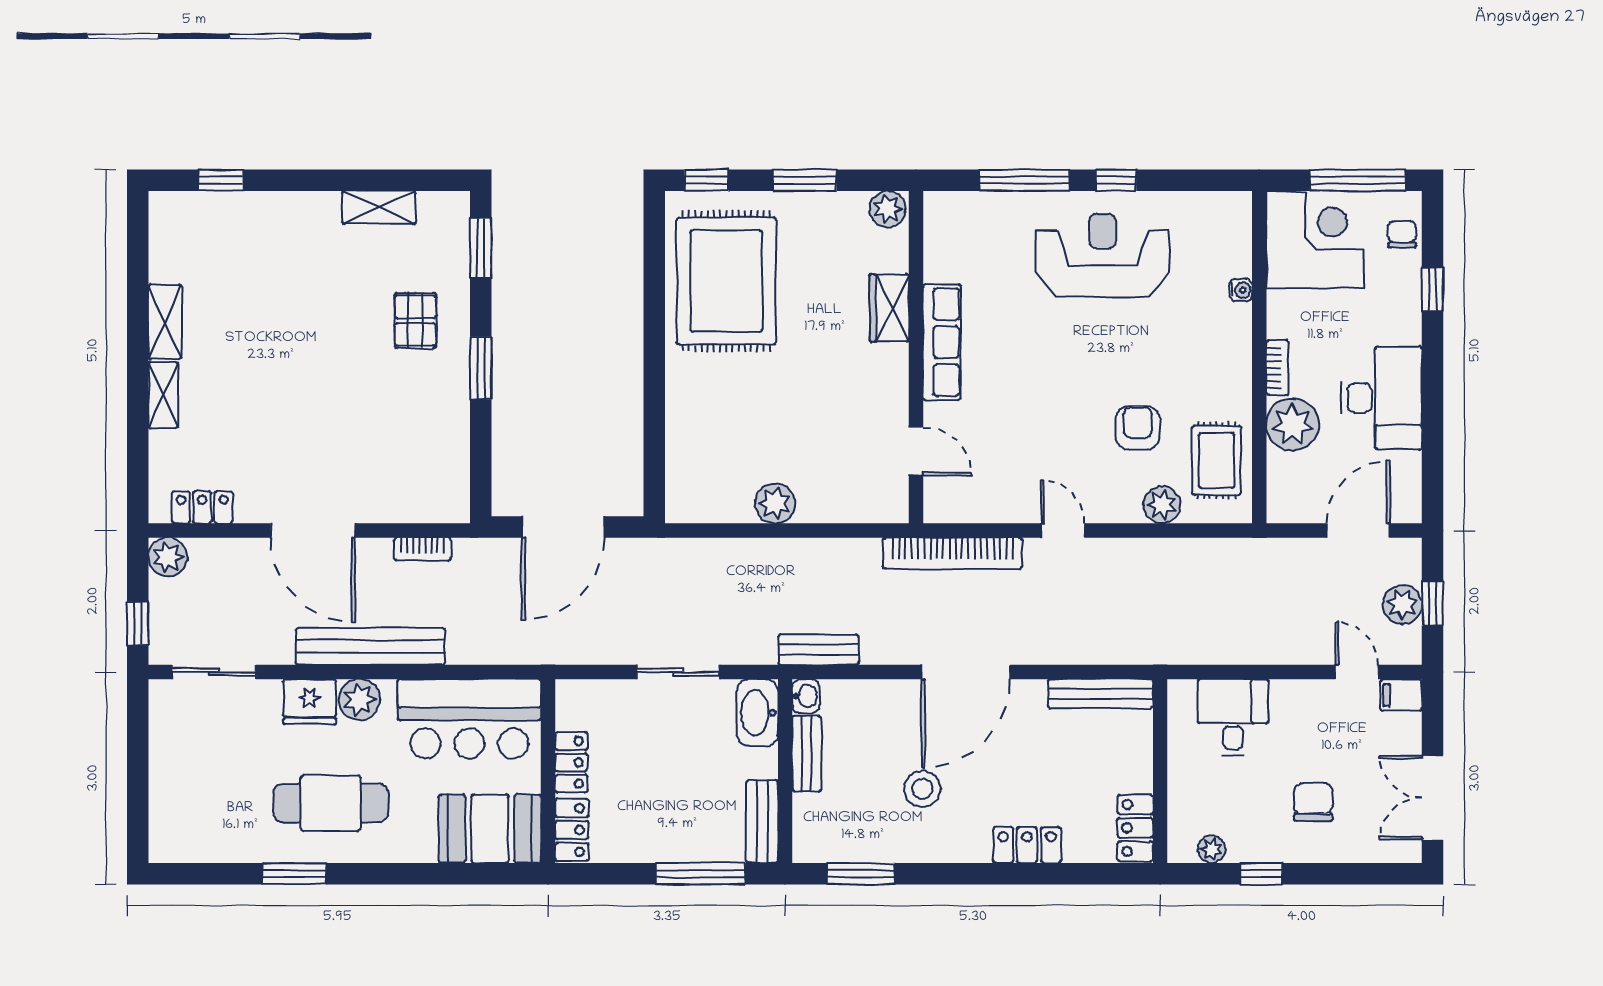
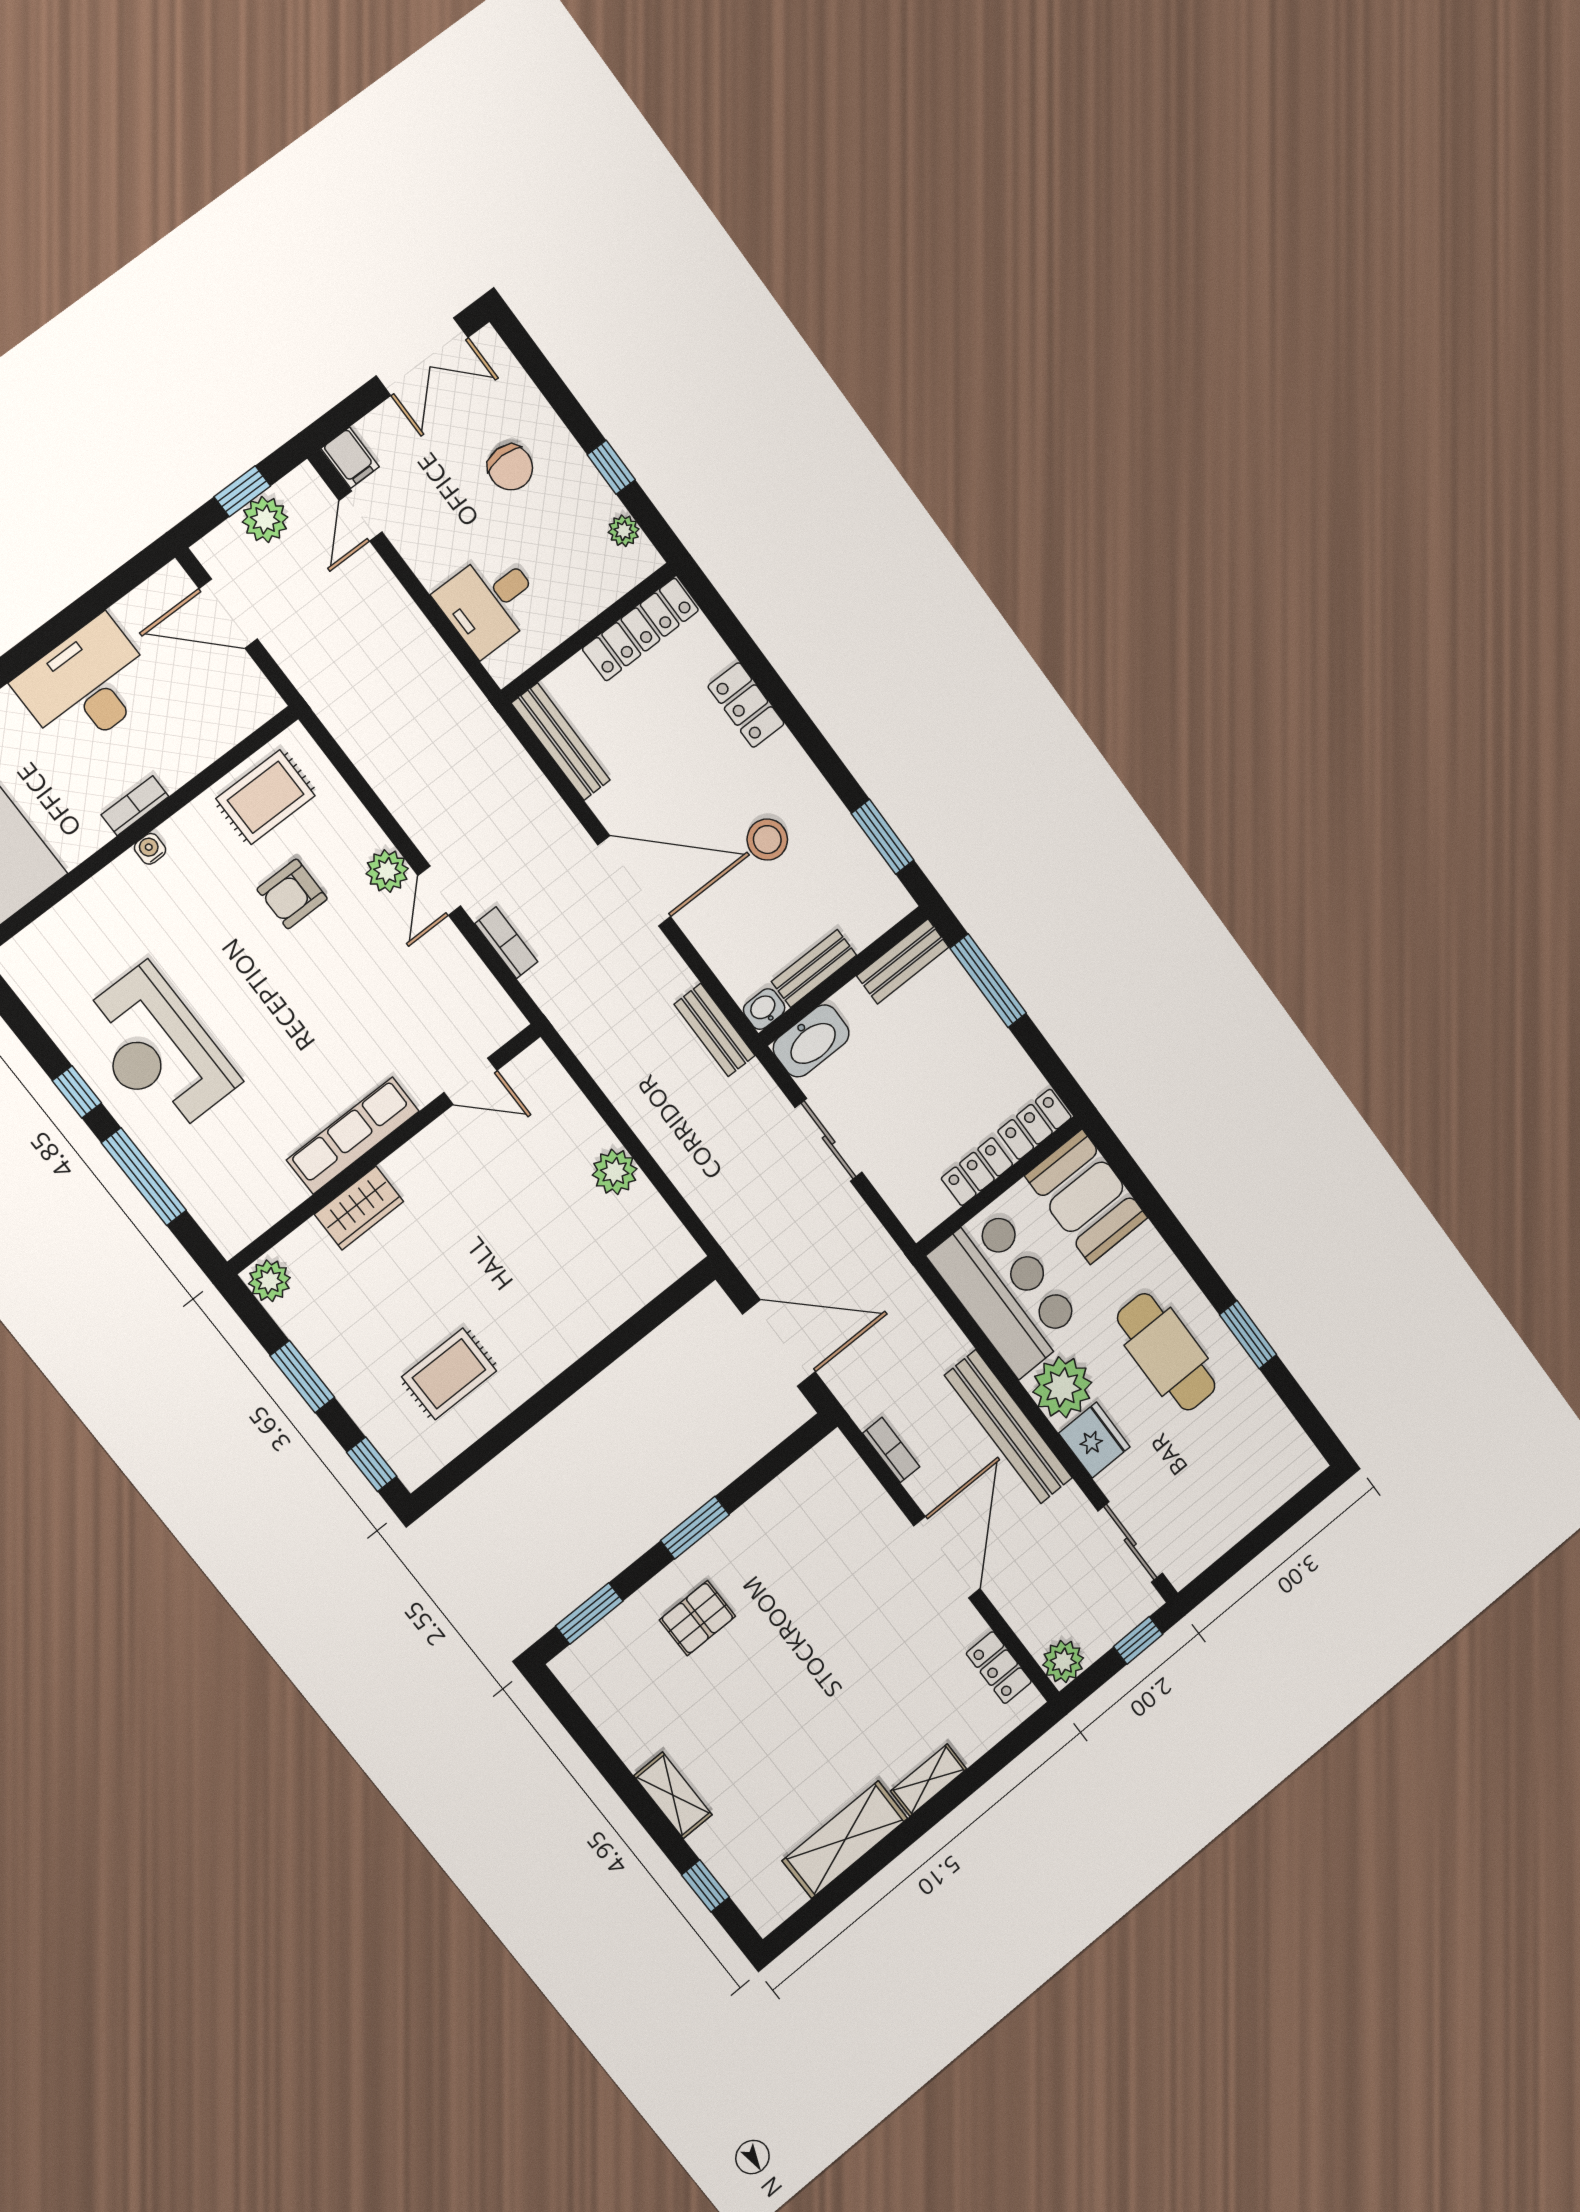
shelving: (379, 207) -> (673, 1795), moved
rug: (726, 281) -> (449, 1374), width x0.54, depth x0.49
water cooler: (1241, 290) -> (150, 849), moved
shelving: (165, 322) -> (845, 1840), width x1.50, depth x1.33
plant: (1292, 424) -> (177, 751), removed
door: (916, 451) -> (470, 1081), swing flipped
plant: (1162, 505) -> (387, 871), moved
bookcase: (953, 553) -> (506, 943), width x0.43, depth x0.76
plant: (359, 700) -> (1062, 1387), width x1.36, depth x1.36
chair: (1313, 802) -> (510, 467), turned -90
locker: (1135, 828) -> (640, 629), width x1.53

